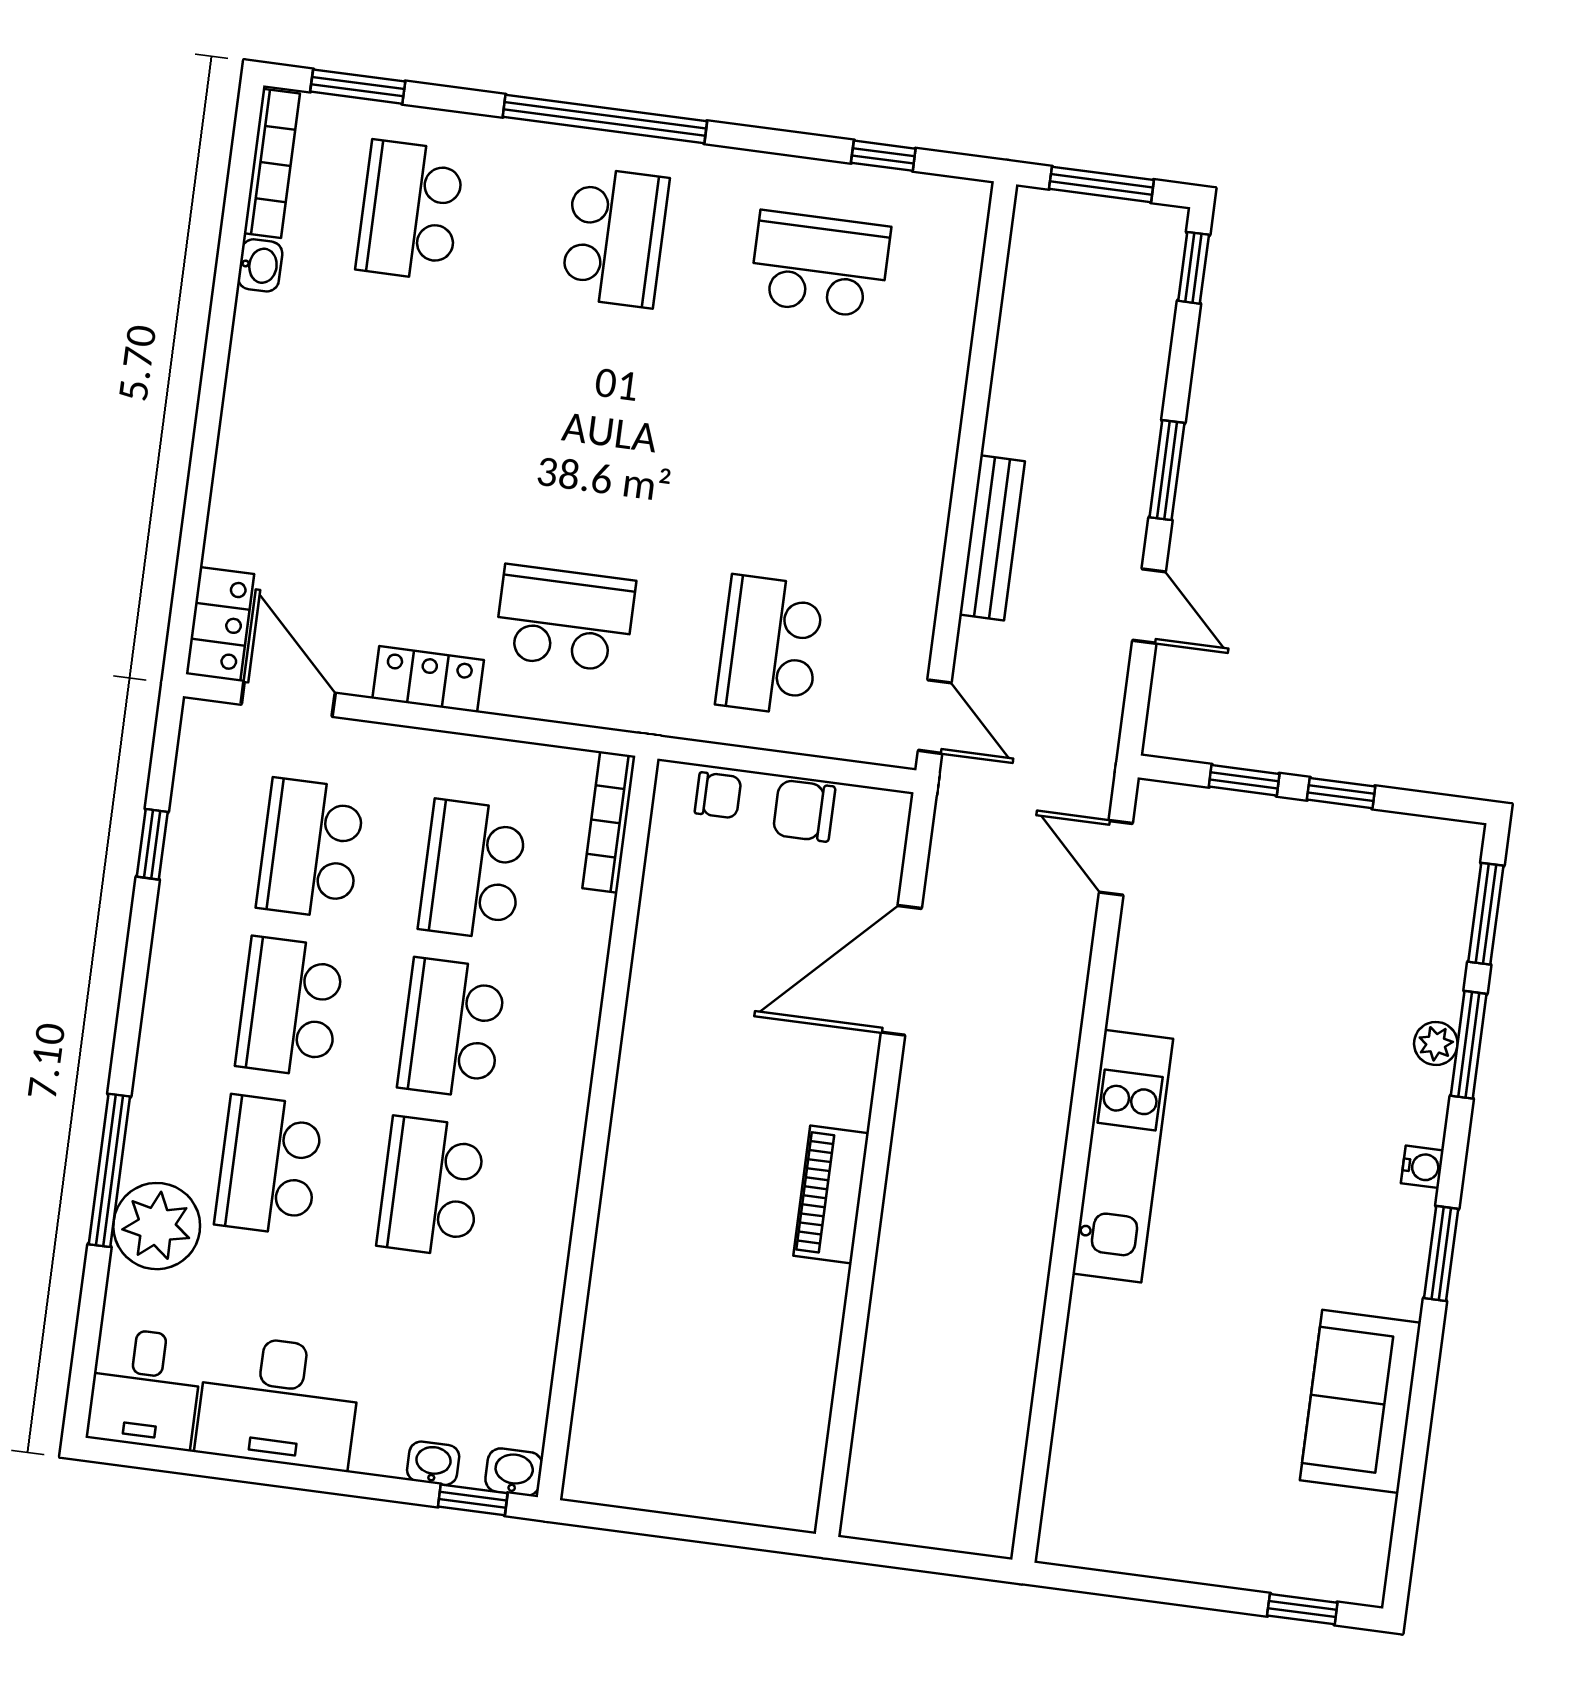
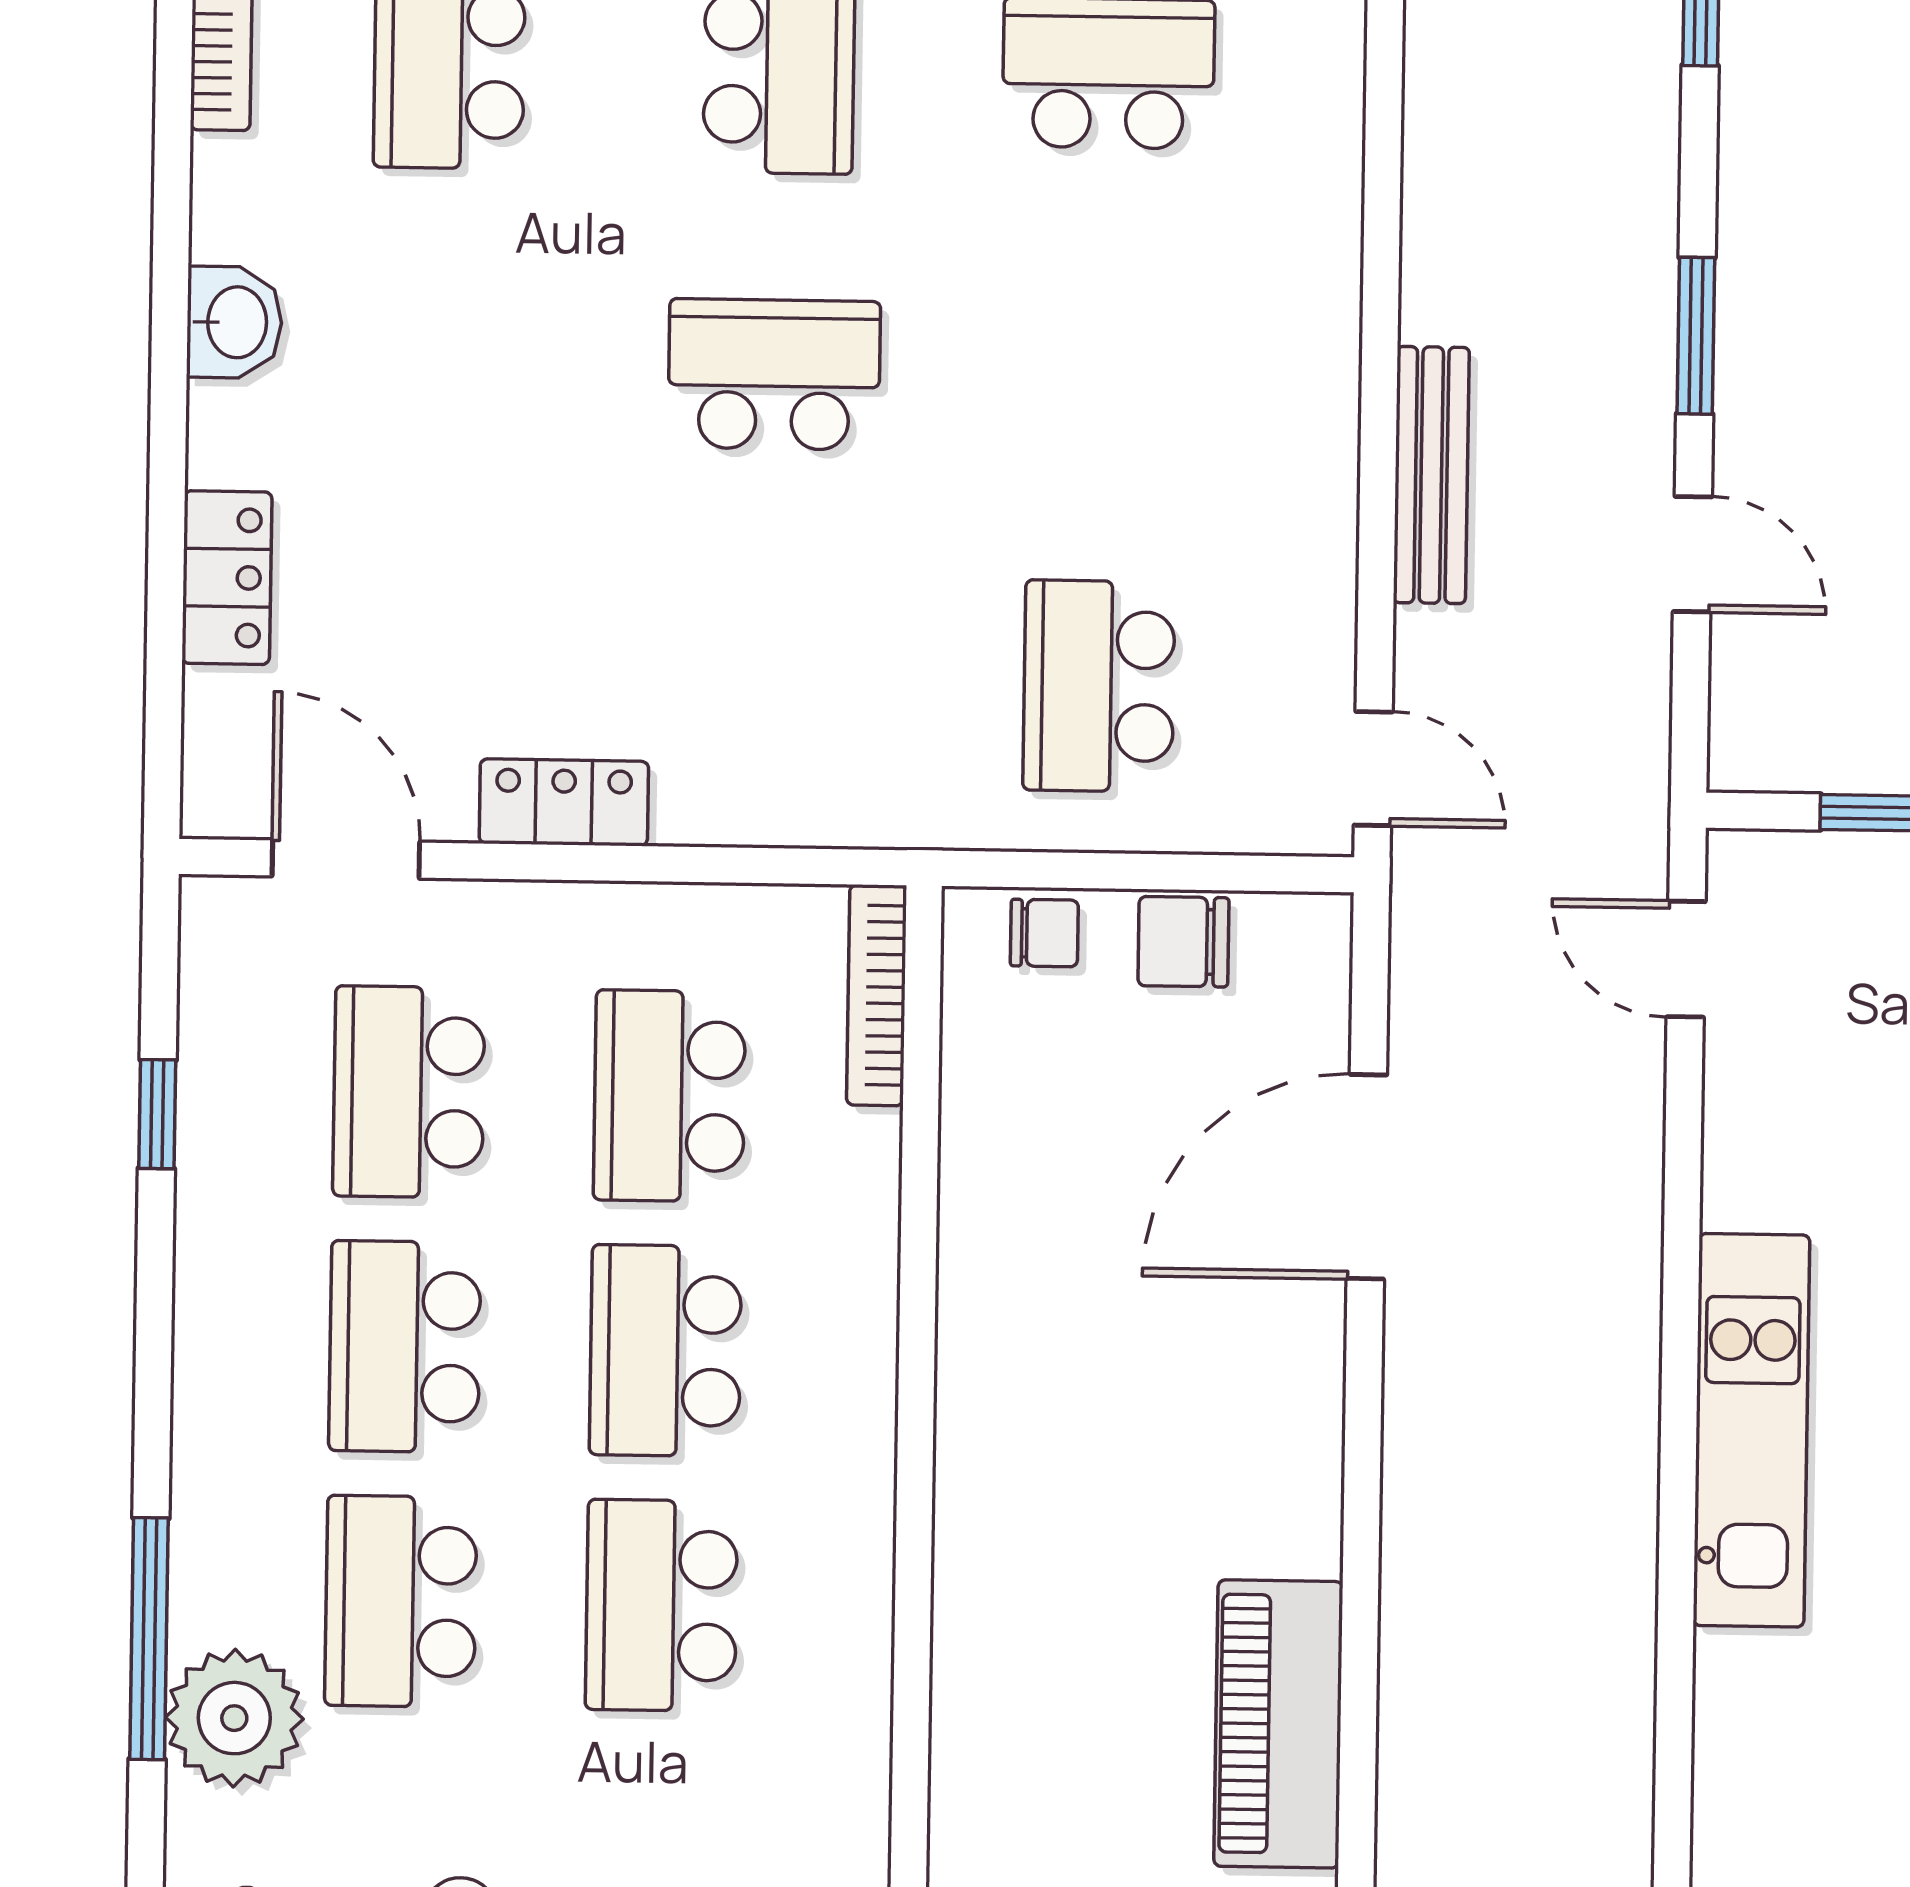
washbasin: (260, 265) -> (234, 322), moved, width x1.38, depth x1.45
school desk: (565, 618) -> (774, 374), moved
locker: (220, 624) -> (227, 578), moved
piano: (831, 1194) -> (1278, 1724), moved, width x1.37, depth x1.33

